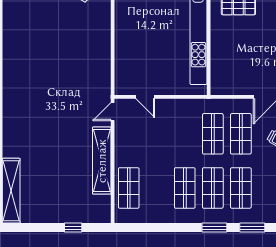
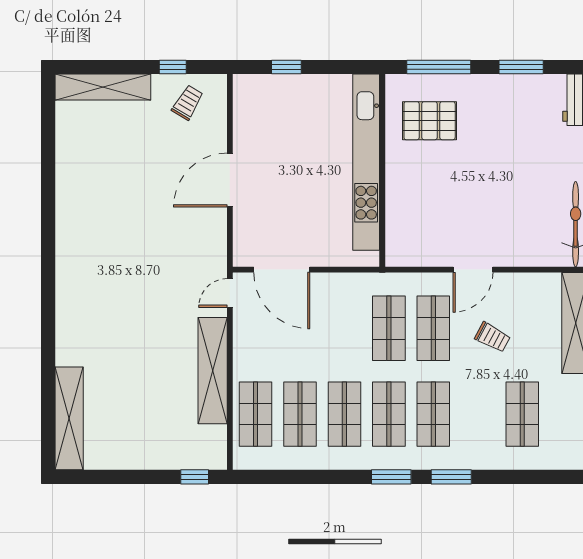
door: (113, 40) -> (230, 180), added
door: (145, 97) -> (282, 270), width x1.87
shop shelf: (157, 188) -> (300, 414), added
window: (73, 228) -> (195, 477), moved

